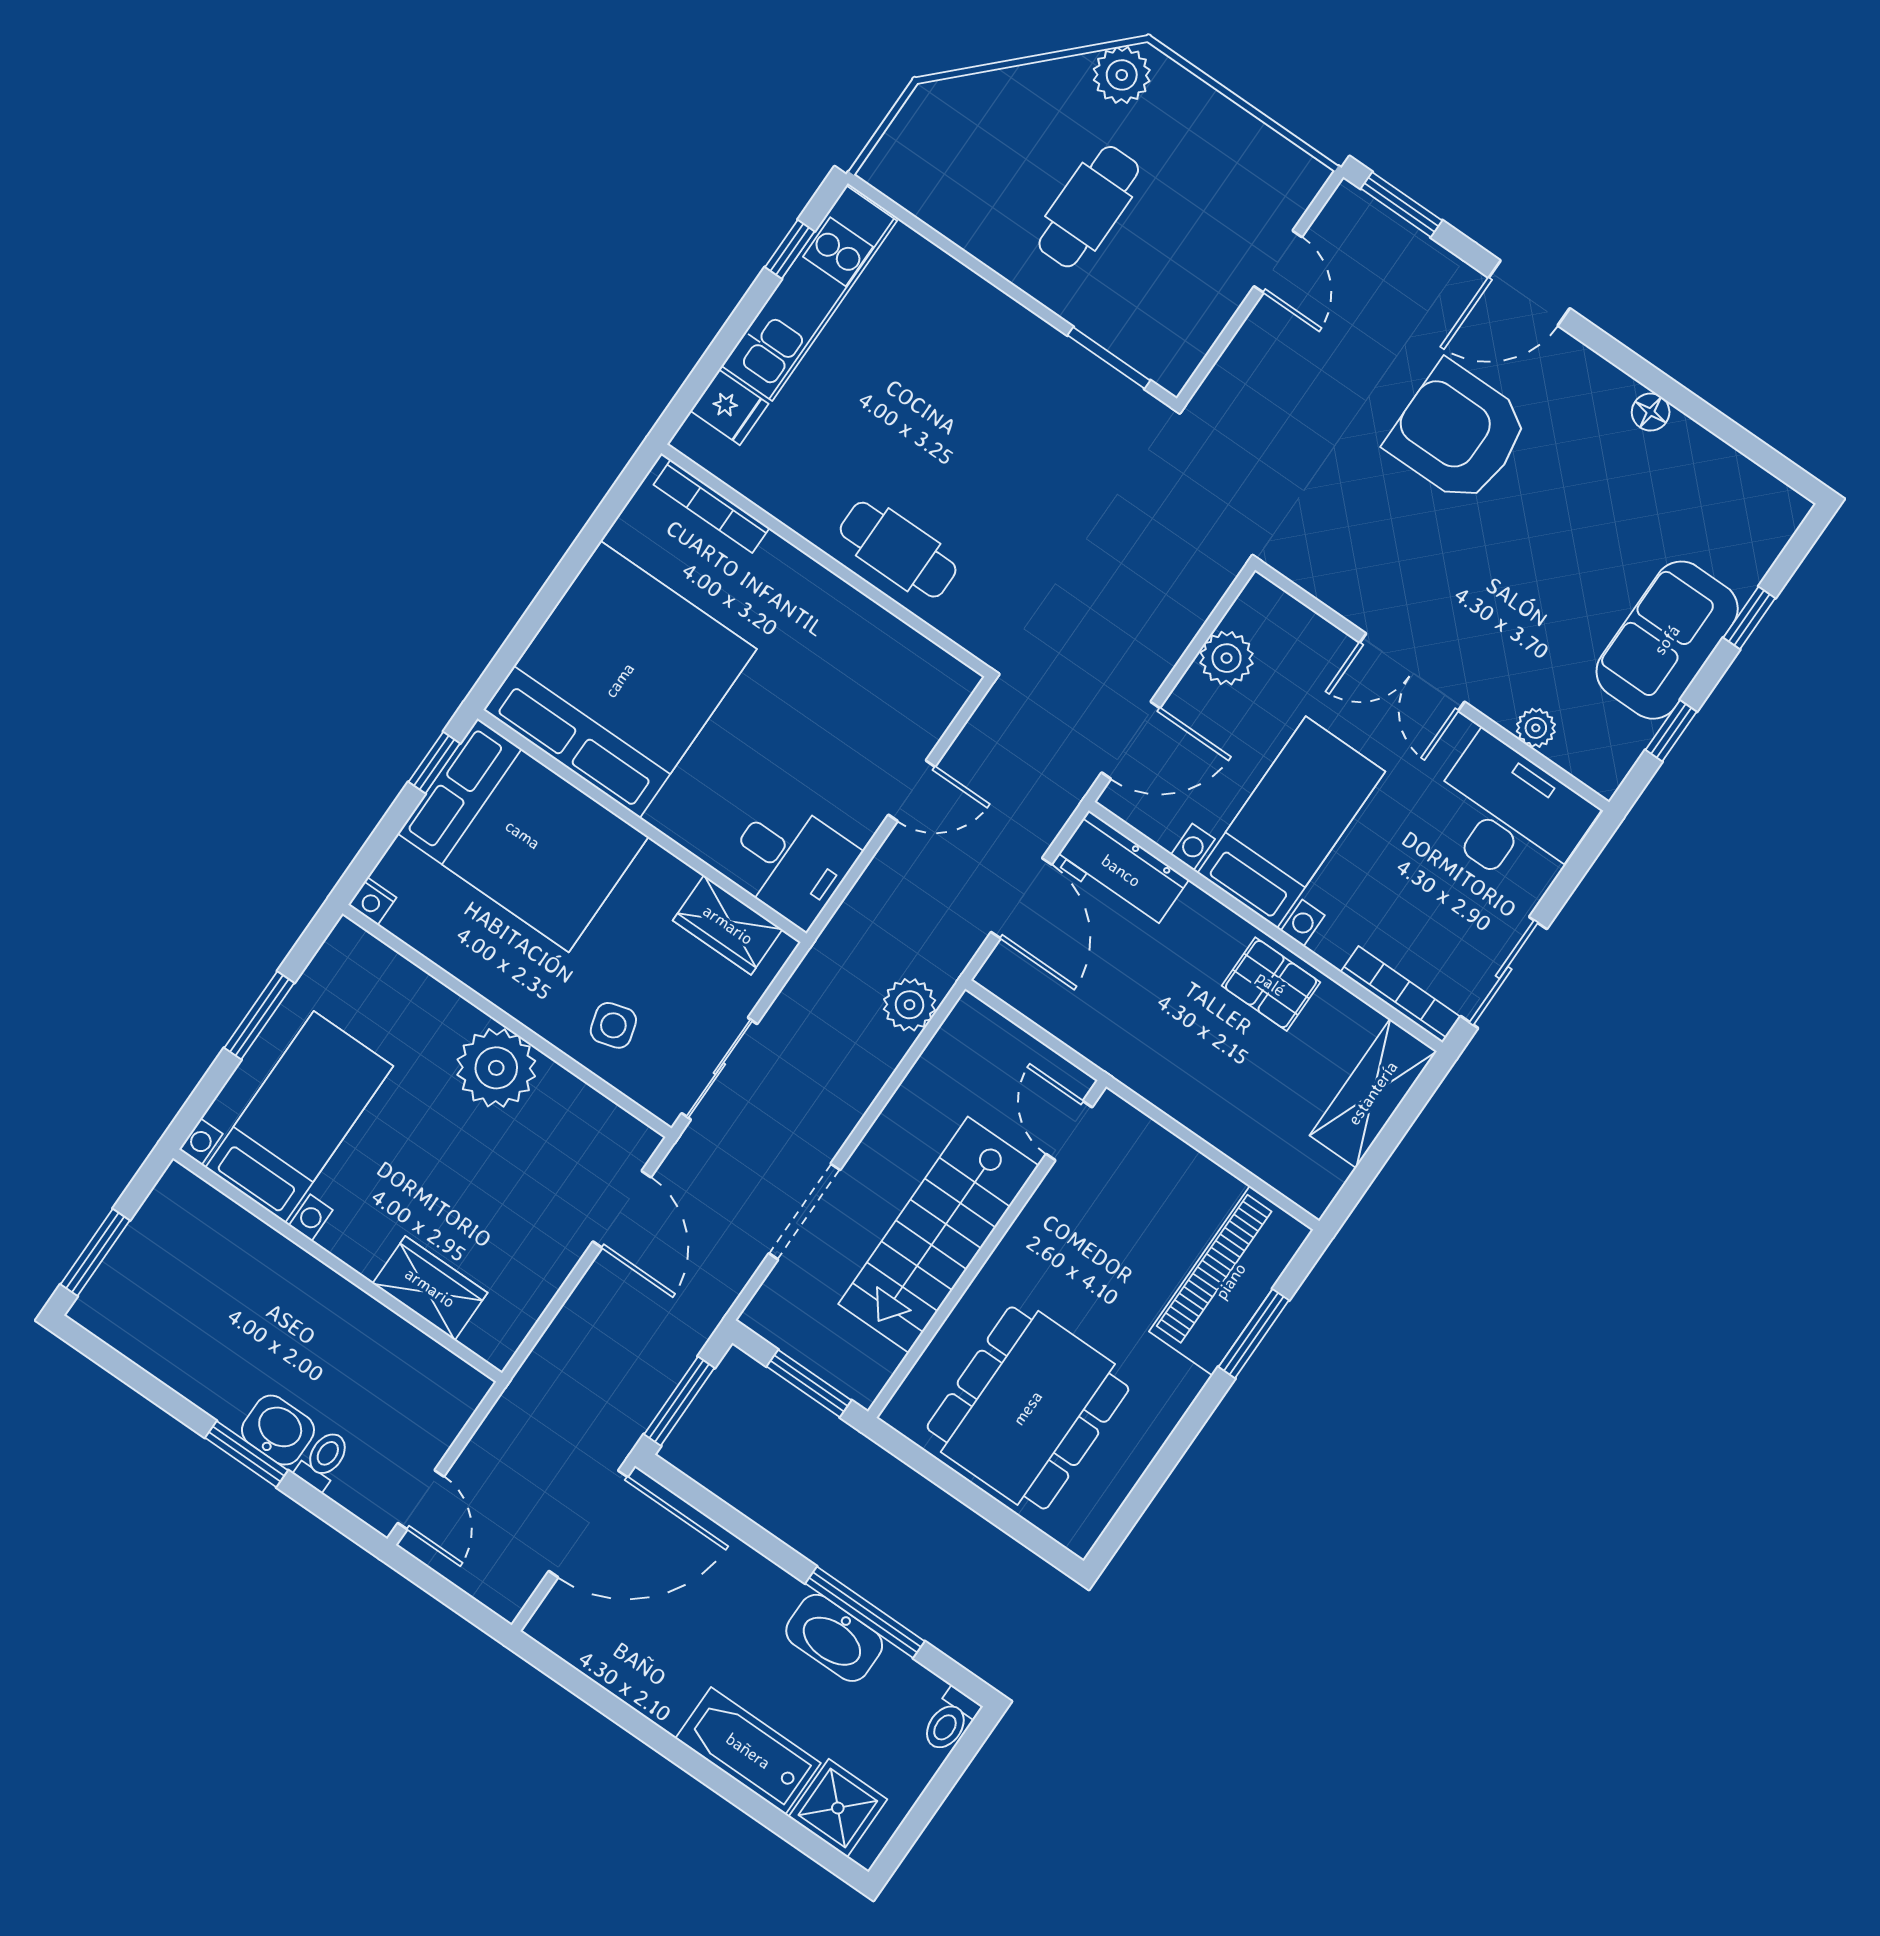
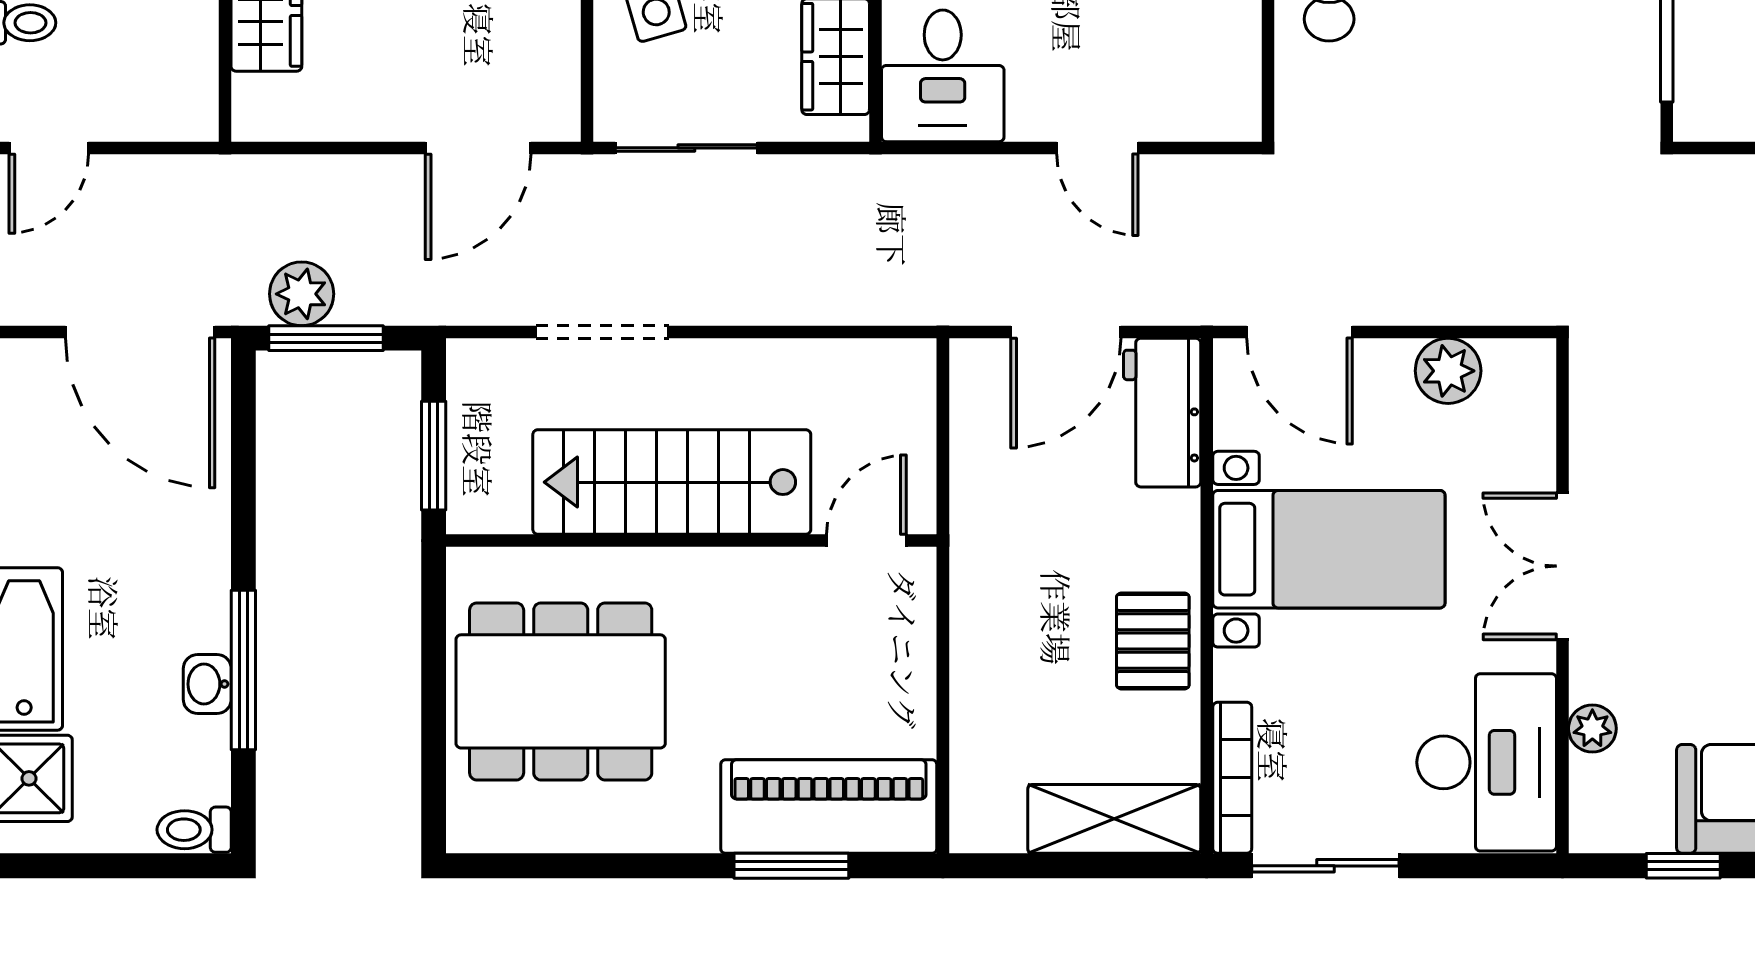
plant: (909, 1005) -> (302, 294), moved
washbasin: (834, 1638) -> (207, 684), width x0.52, depth x0.69

